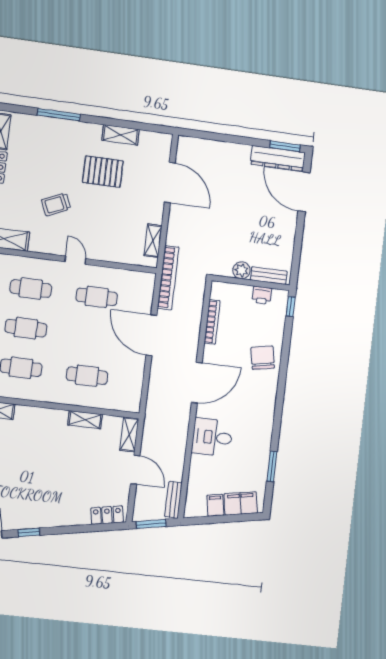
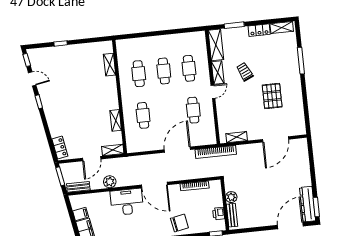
shelving: (121, 135) -> (218, 73), moved
desk: (212, 437) -> (127, 202), width x1.37
plant: (177, 450) -> (110, 182), added

